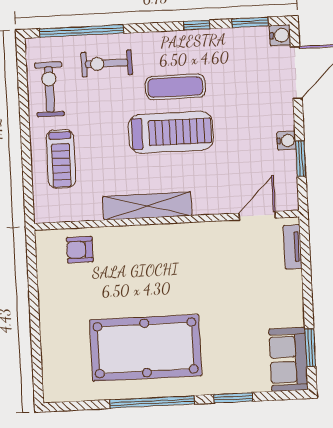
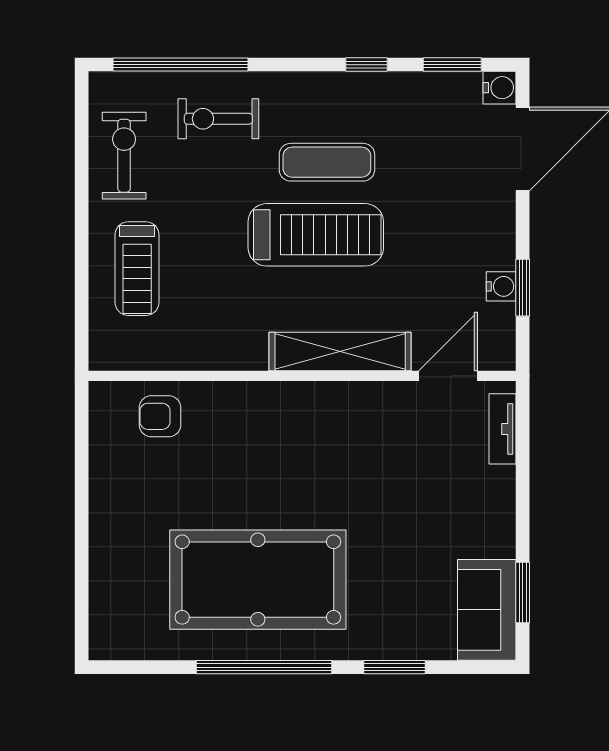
water cooler: (286, 141) -> (501, 286), moved
shelving: (147, 206) -> (340, 352), moved

